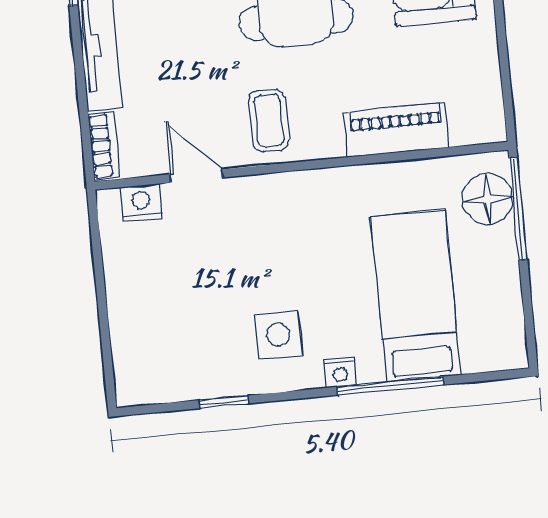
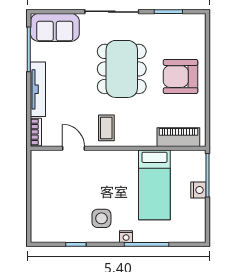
piano: (396, 130) -> (178, 137), moved
floor lamp: (488, 199) -> (195, 170), removed
nightstand: (141, 203) -> (198, 190), moved, turned 90
bed: (416, 296) -> (154, 185), moved, turned 180

